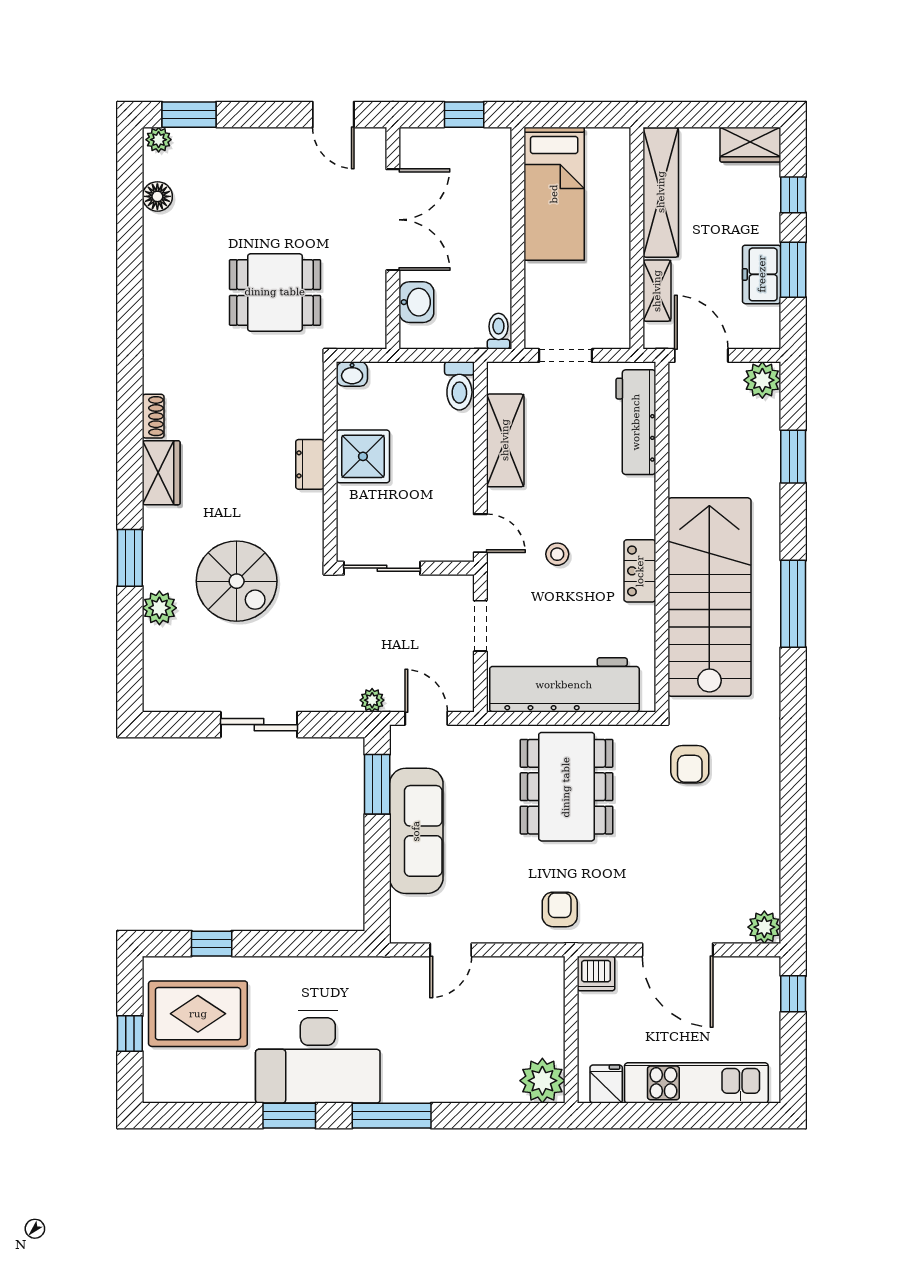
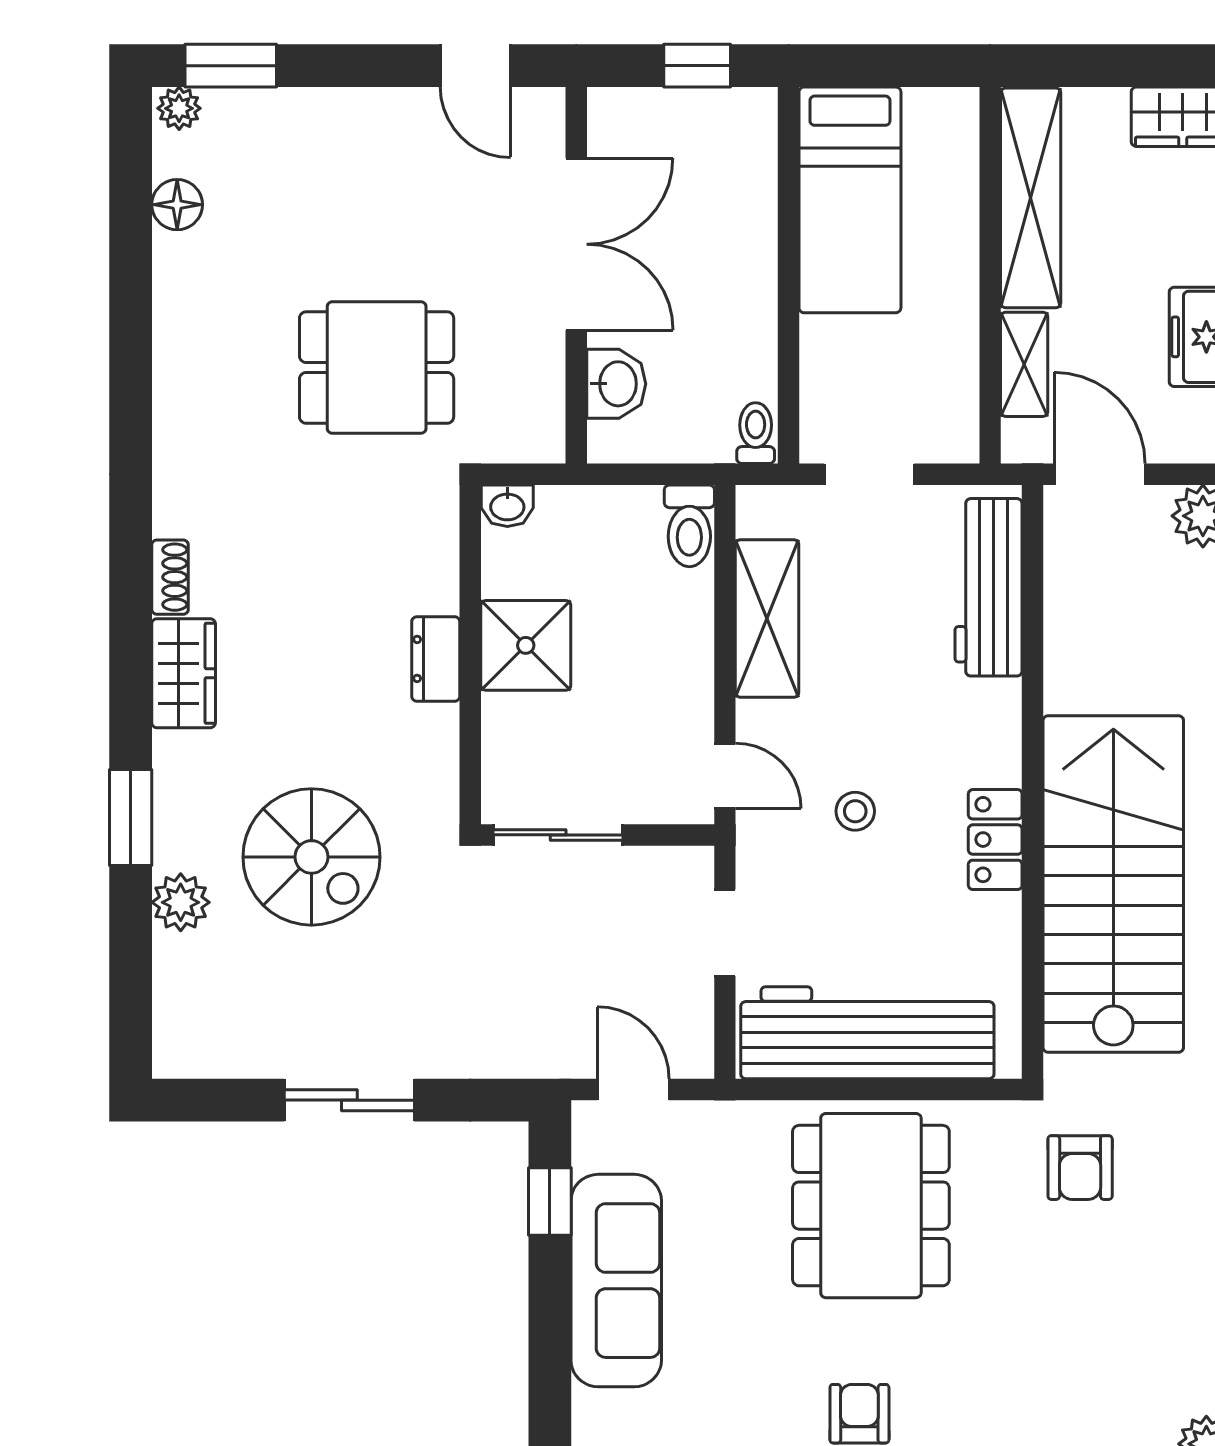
plant: (372, 700) -> (541, 1059), removed
window: (377, 784) -> (550, 1202), width x0.67

